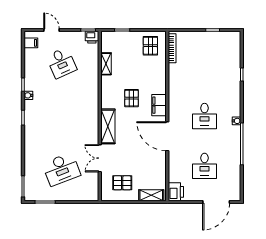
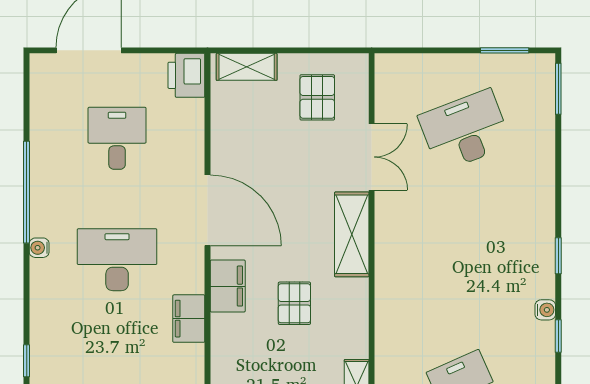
filing cabinet: (175, 92) -> (189, 319), added
desk: (204, 116) -> (117, 260), width x1.37
pallet: (122, 183) -> (317, 97), turned 90

